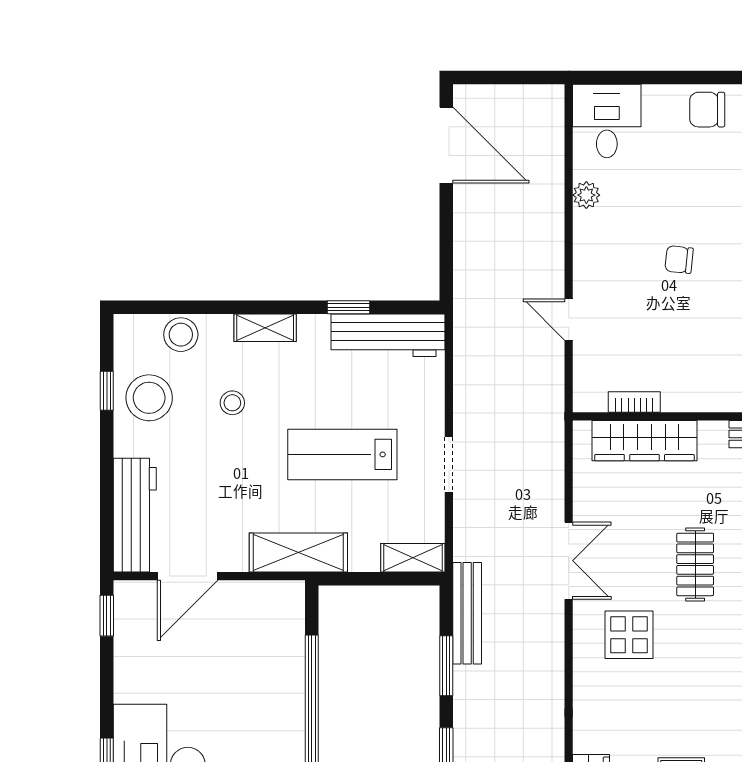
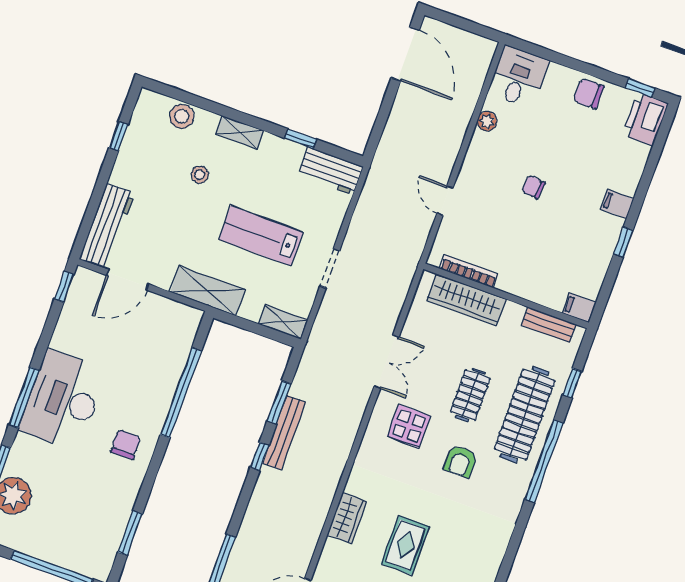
workbench: (388, 335) -> (331, 171), width x0.73
stool: (149, 398) -> (145, 151), removed
bookcase: (634, 402) -> (469, 271), width x1.56
bench: (467, 613) -> (284, 433), moved
armchair: (714, 657) -> (460, 461), added

